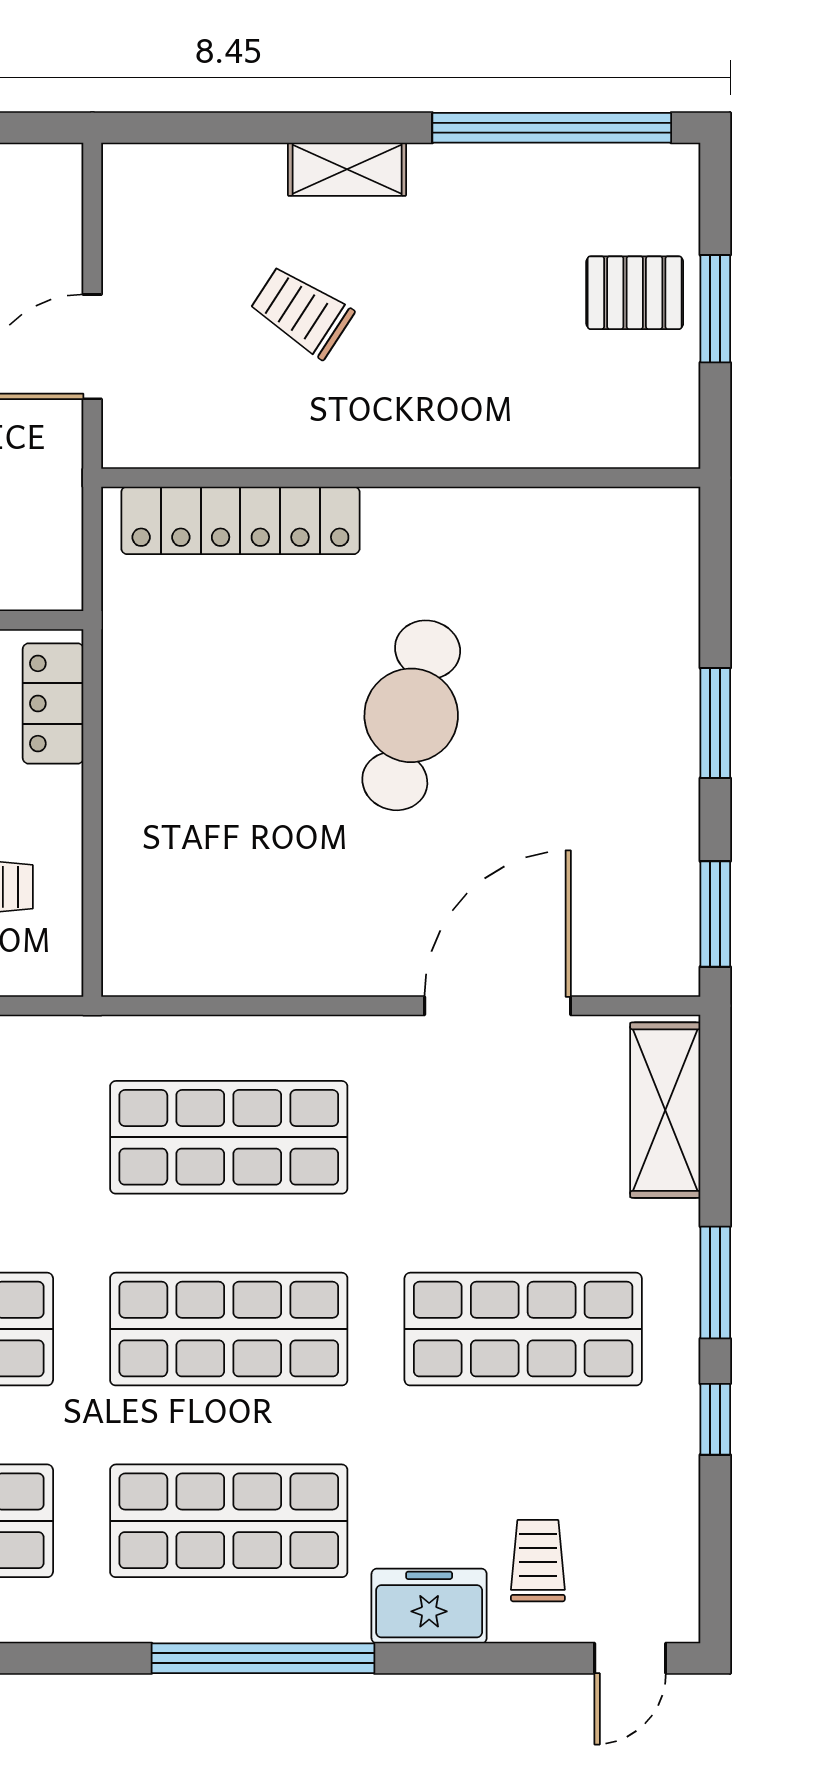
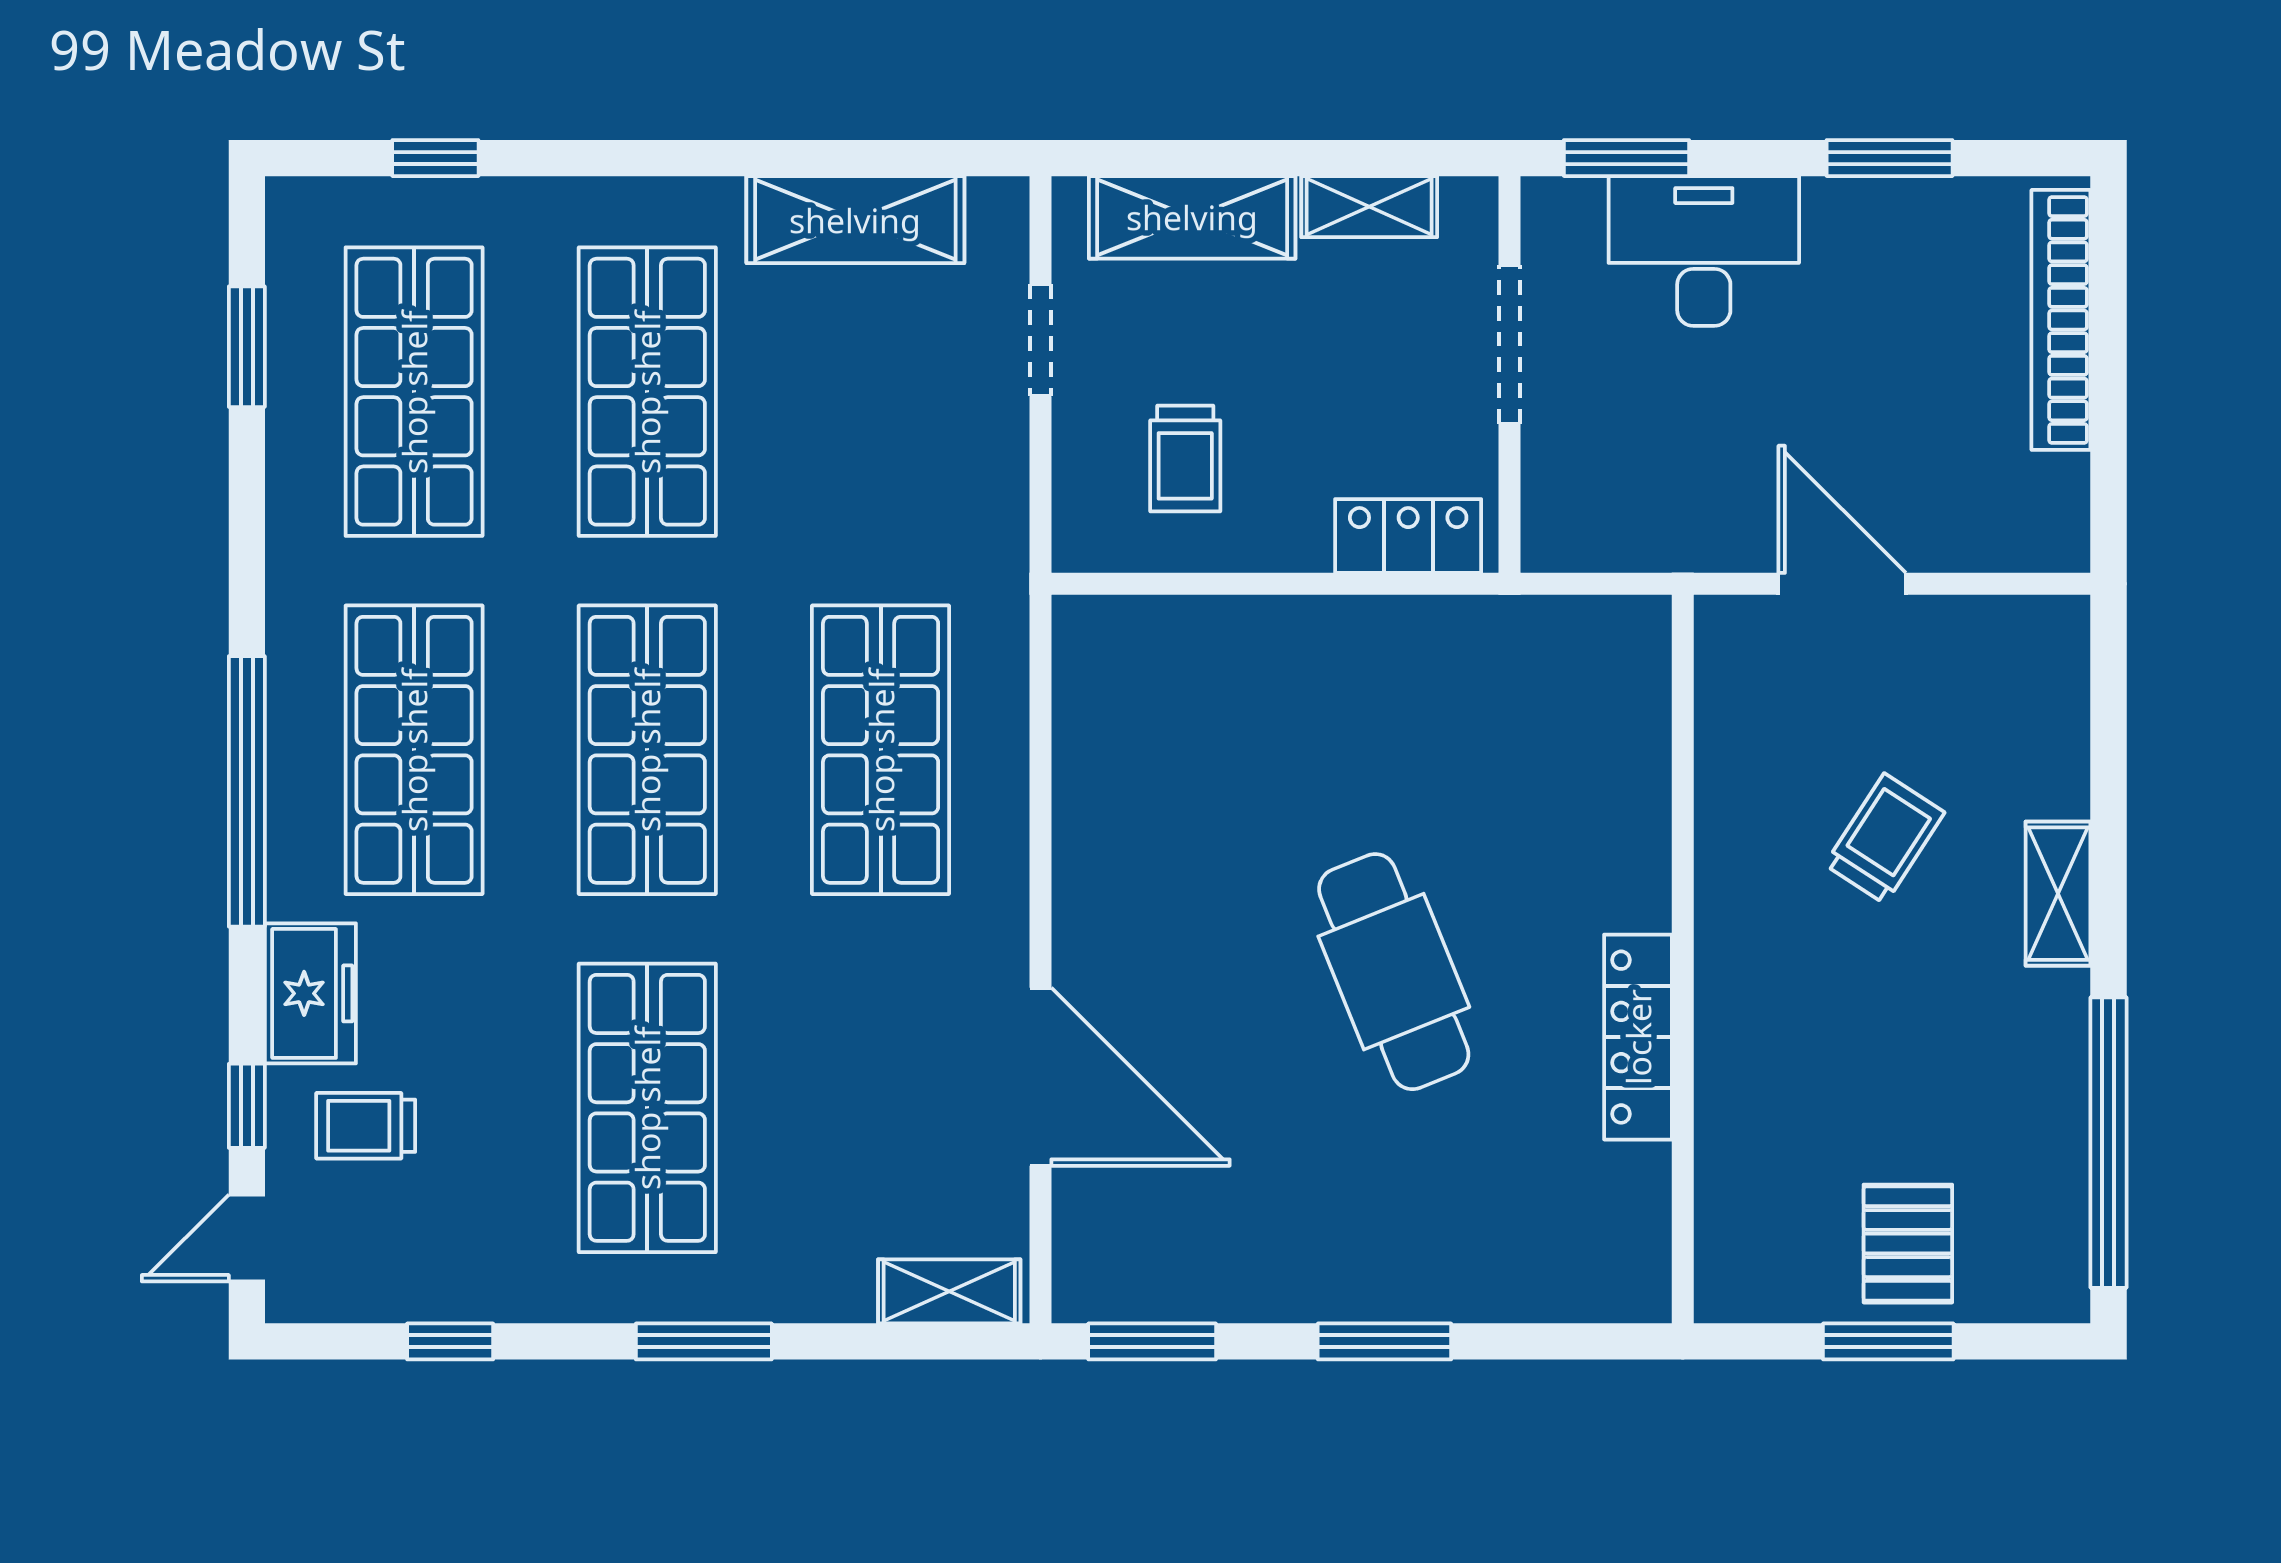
locker: (240, 520) -> (1638, 1037), moved, width x0.71, depth x0.83
cafe table: (411, 715) -> (1394, 972), turned 54
shelving: (665, 1110) -> (949, 1291), width x0.67, depth x0.75
window: (715, 1419) -> (450, 1341), moved
trolley: (538, 1561) -> (366, 1126), turned 180
window: (521, 1658) -> (247, 1106), added
door: (630, 1658) -> (247, 1238), hinge flipped

